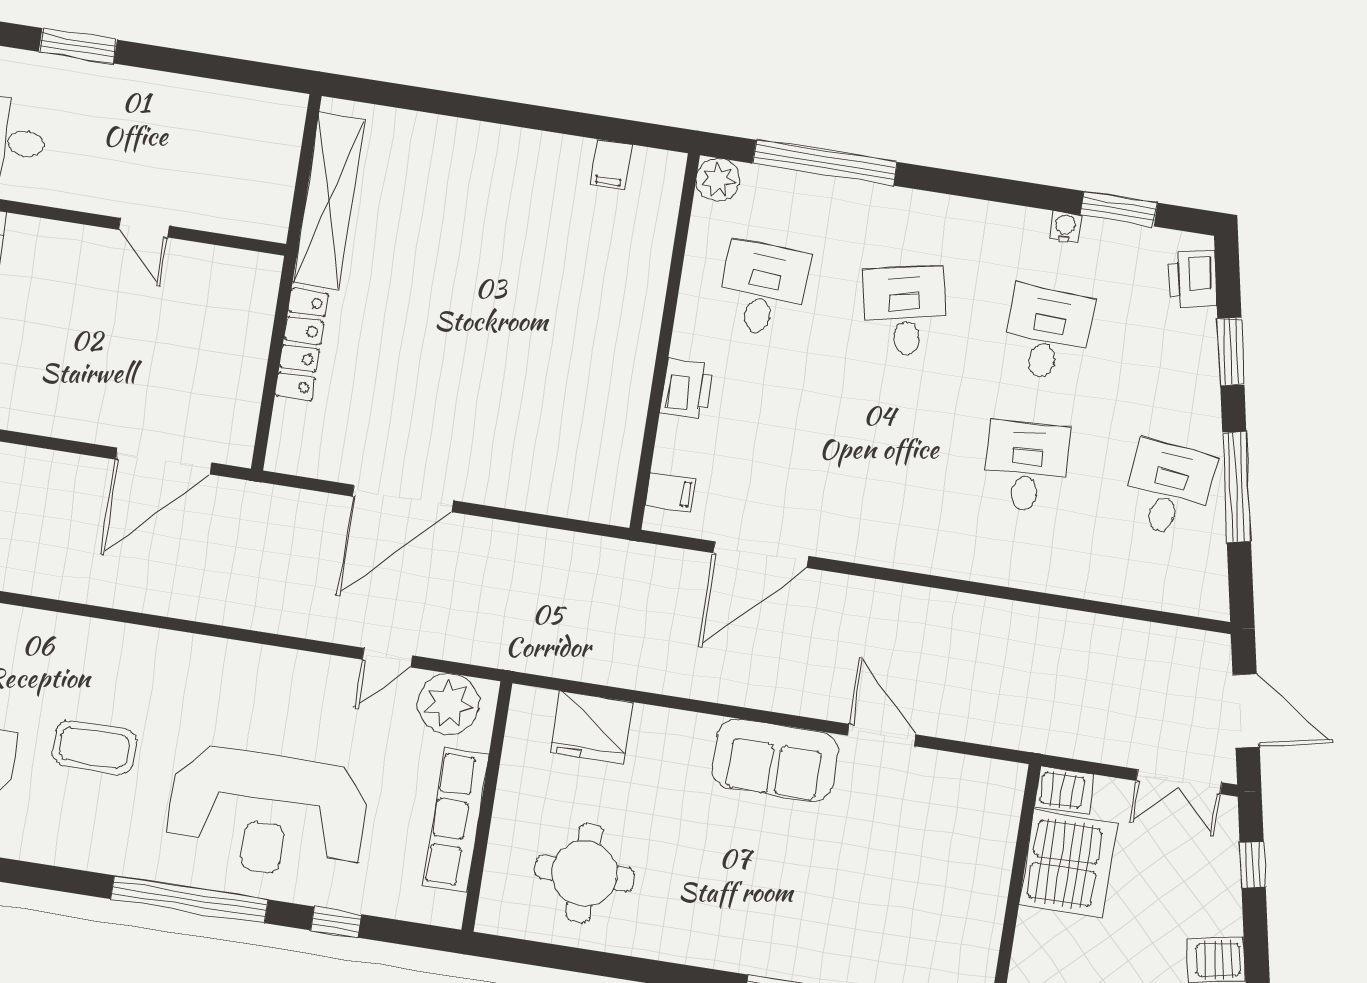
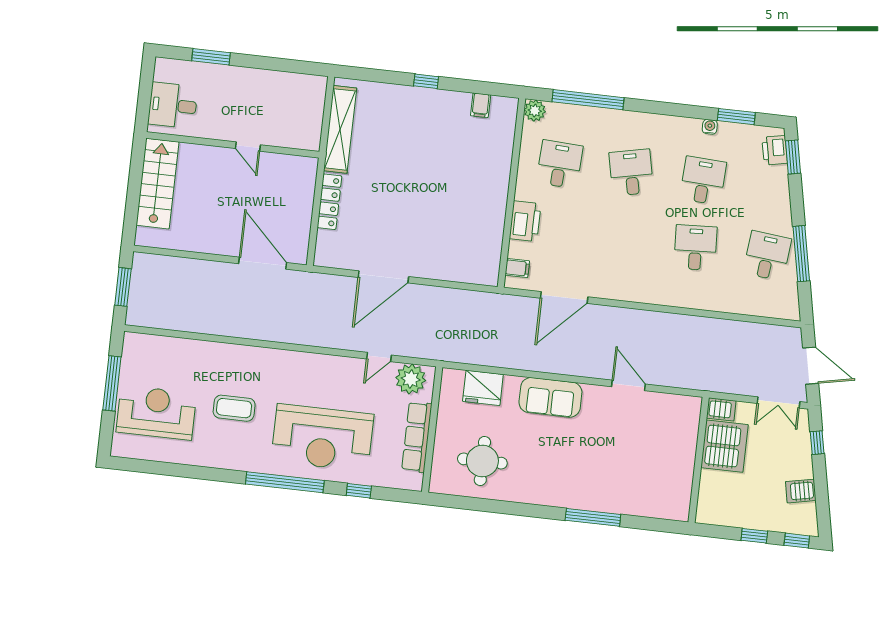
window: (504, 112) -> (426, 81), added
window: (1231, 352) -> (793, 157), moved
printer: (687, 388) -> (525, 221), width x1.37, depth x1.19
door: (163, 461) -> (263, 263), swing flipped
sofa: (775, 760) -> (550, 397), moved

